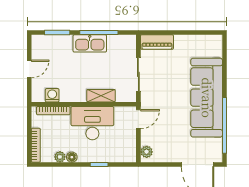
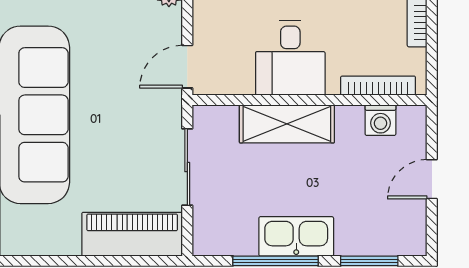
piano: (157, 42) -> (132, 234), width x1.37, depth x1.33
shelving: (101, 96) -> (287, 124), width x1.50, depth x1.33
desk: (92, 123) -> (290, 58), width x0.73

